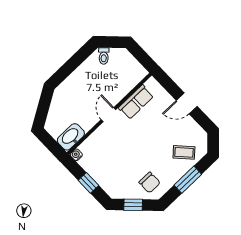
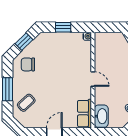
row of seats: (136, 102) -> (85, 114), moved
washbasin: (71, 137) -> (101, 116), moved

